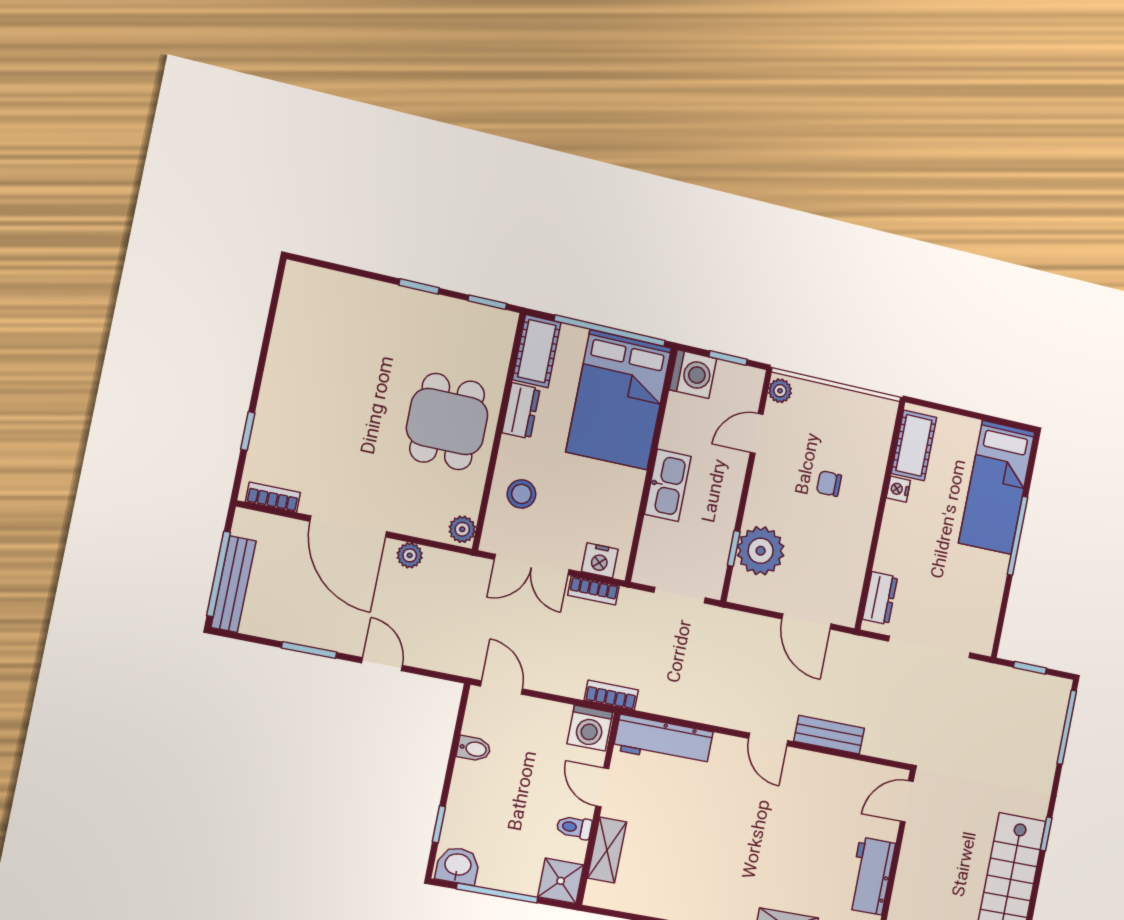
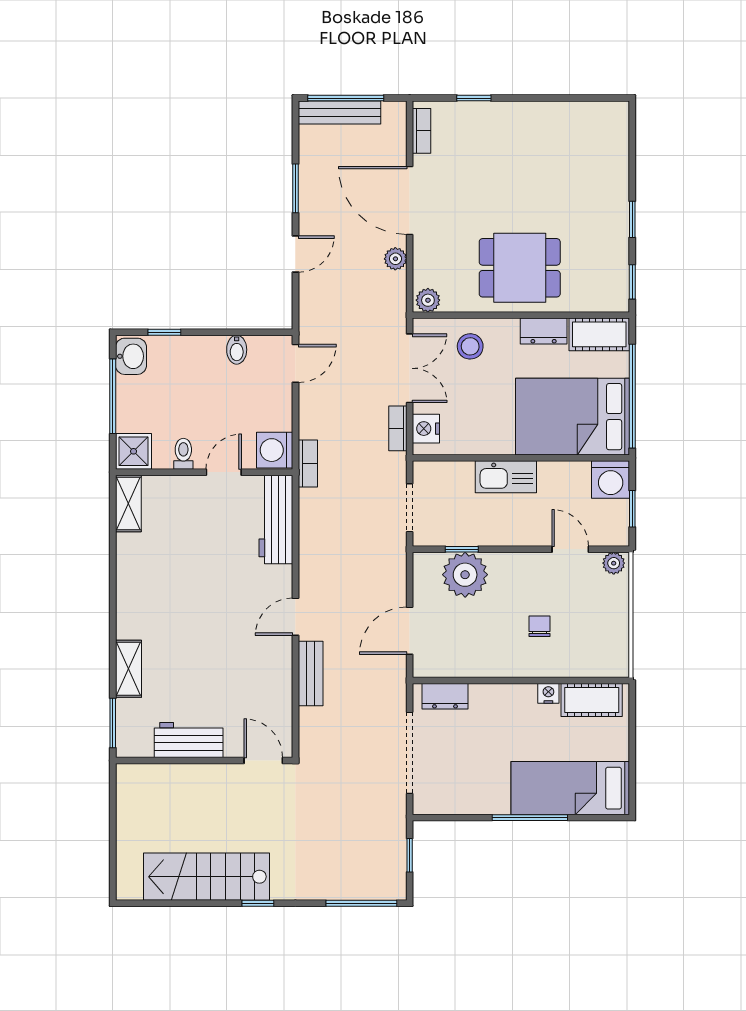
door: (348, 526) -> (410, 200), hinge flipped
double door: (532, 565) -> (410, 368), swing flipped
shelving: (607, 850) -> (128, 503), moved, turned 90

